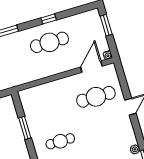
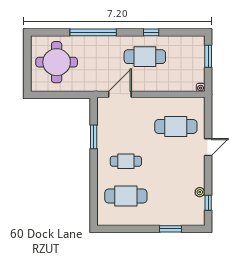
door: (91, 67) -> (120, 94), moved

